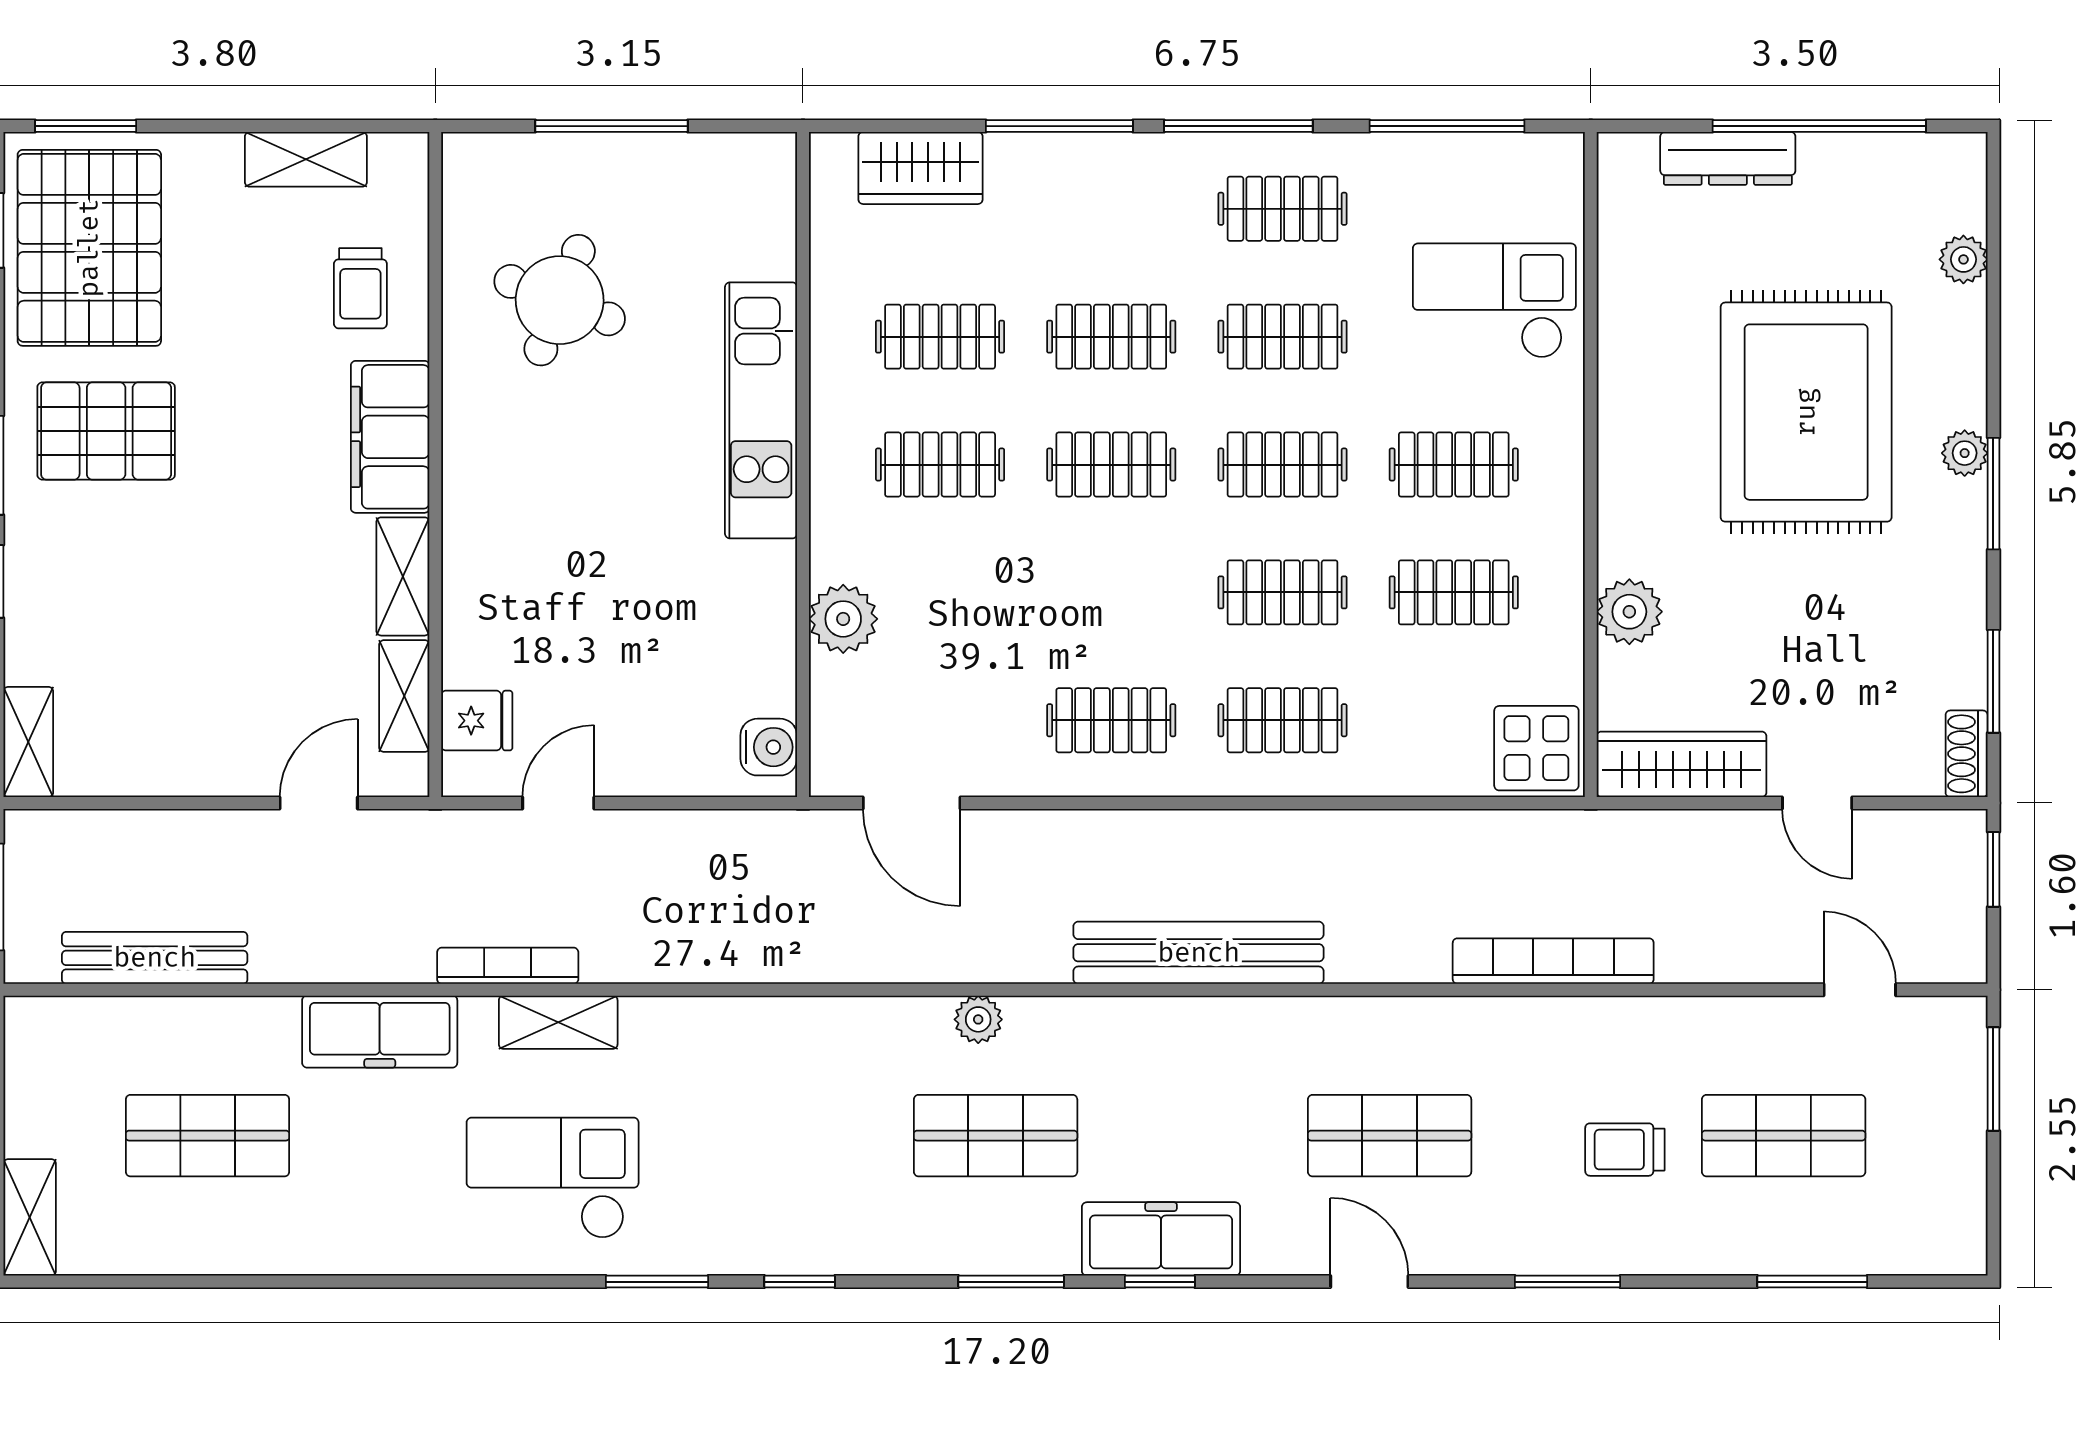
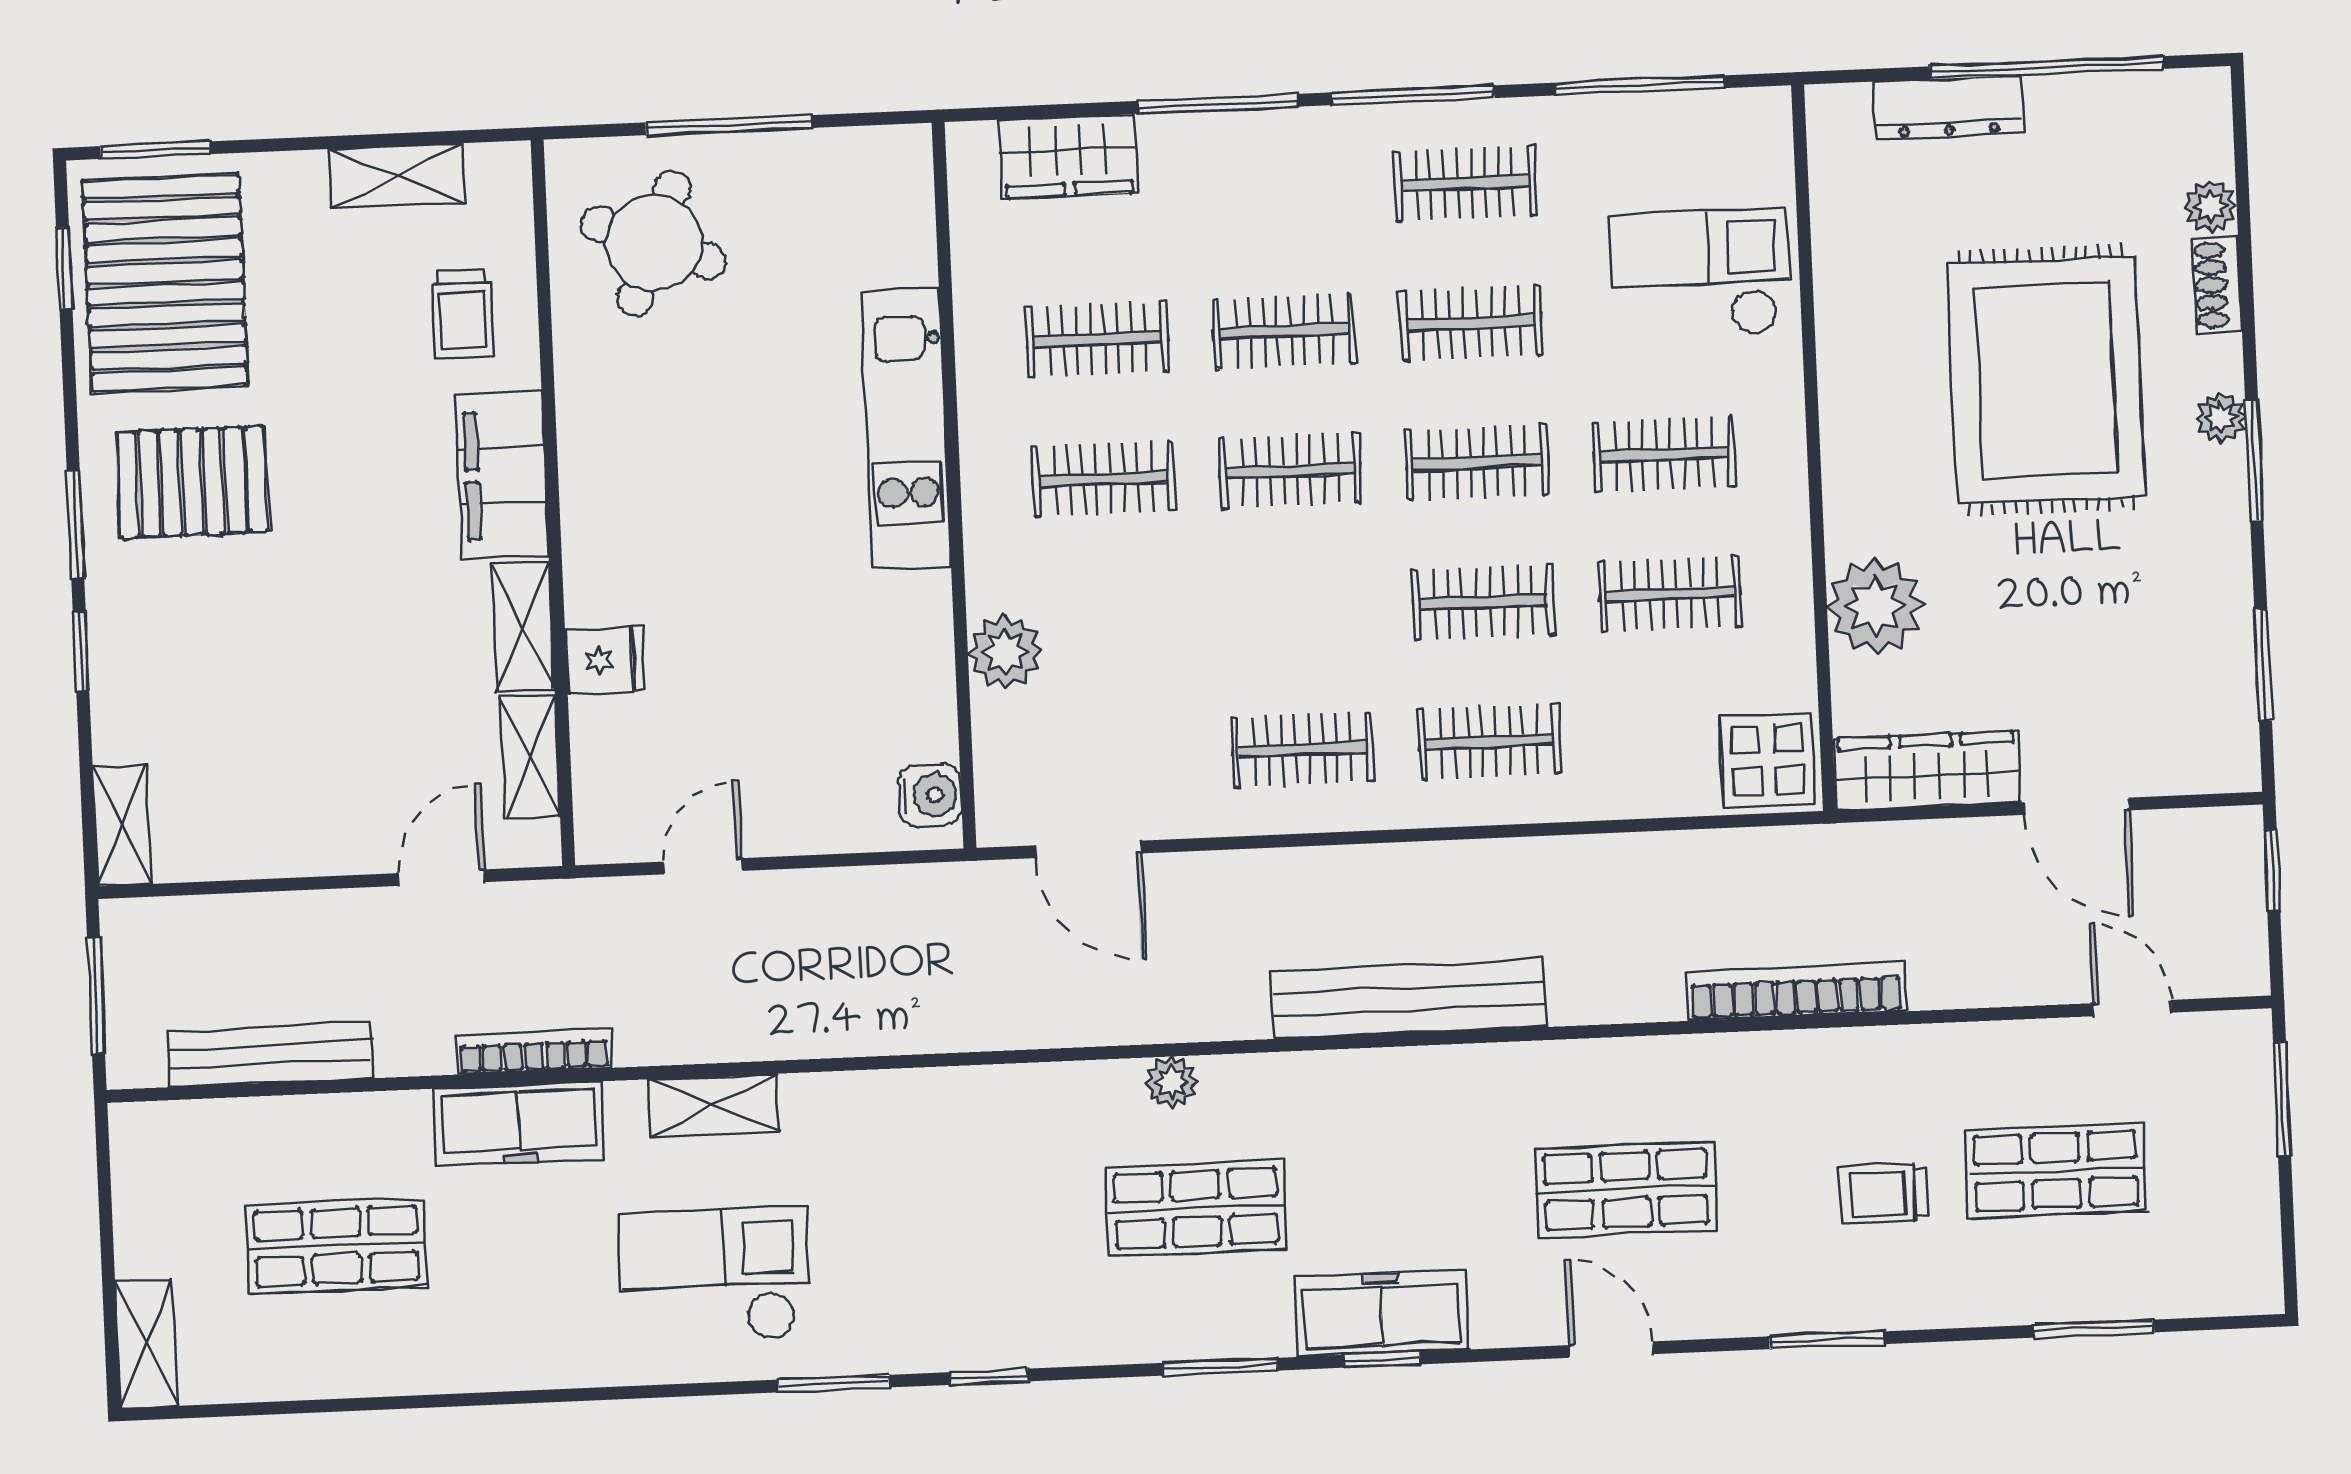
round table: (560, 300) -> (654, 243), moved
plant: (1629, 612) -> (1876, 606), width x1.36, depth x1.36
fridge: (477, 721) -> (605, 660), moved
shoe rack: (1967, 754) -> (2217, 285), moved
door: (1817, 803) -> (2077, 806), width x1.37
bookcase: (508, 966) -> (534, 1052), moved

